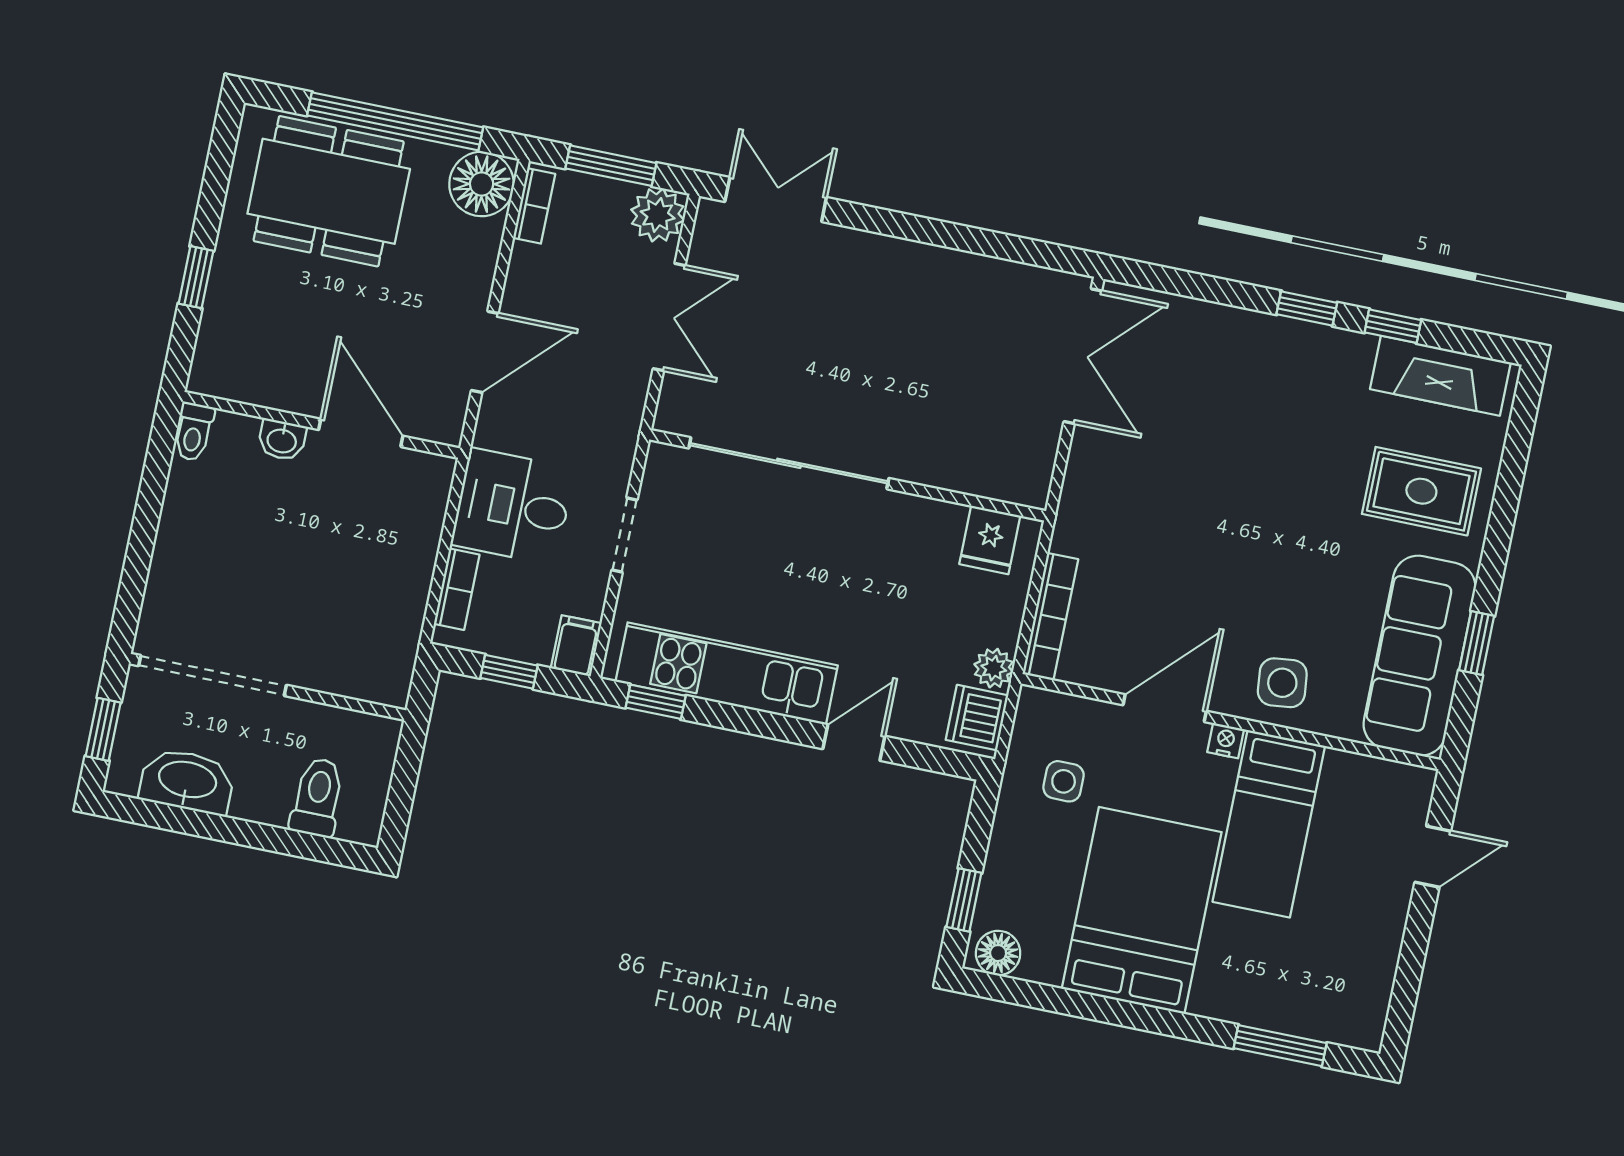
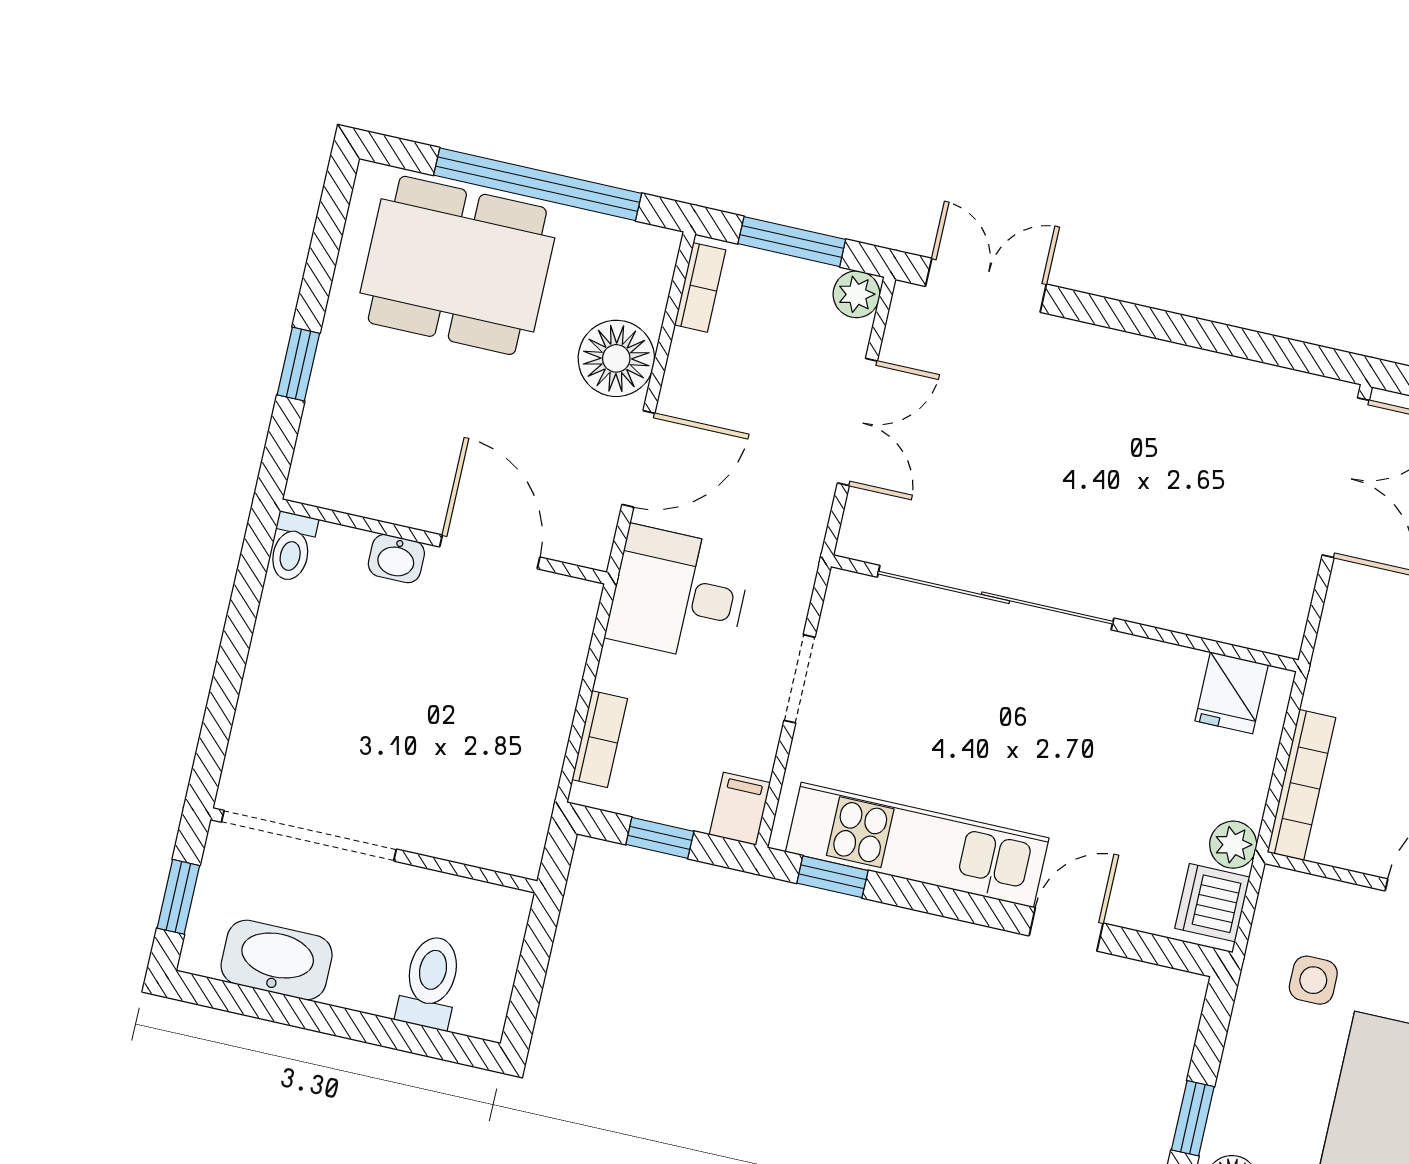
floor lamp: (482, 184) -> (616, 358), moved
plant: (658, 215) -> (856, 294), width x0.73, depth x0.73
desk: (513, 507) -> (679, 594), moved

